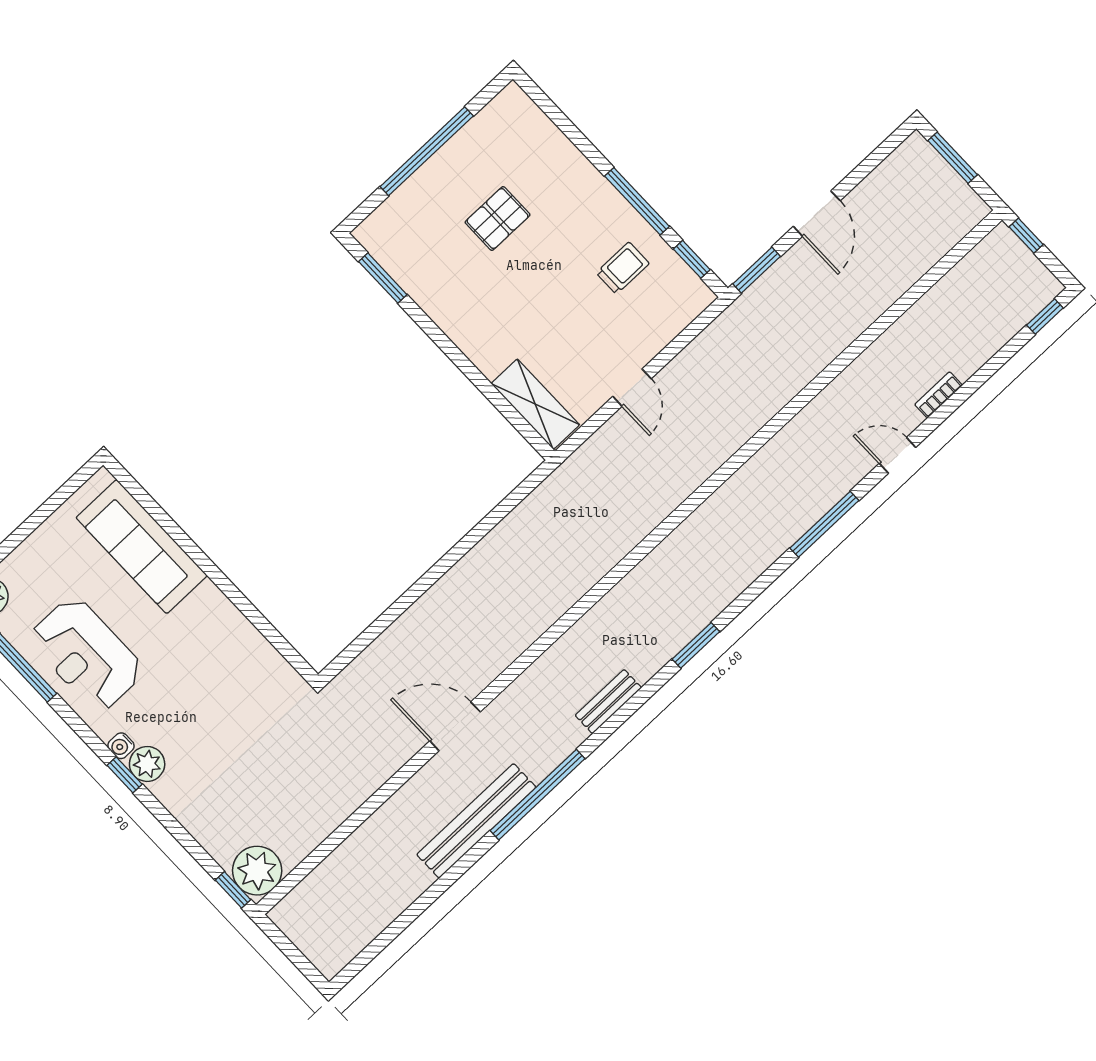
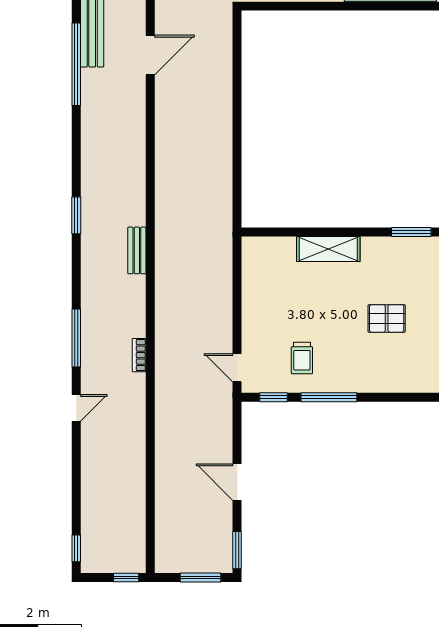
pallet: (498, 219) -> (387, 318), turned 90
window: (757, 270) -> (237, 550), moved
door: (632, 388) -> (237, 368), moved
bookcase: (939, 395) -> (139, 355), moved, turned 180
shelving: (535, 404) -> (328, 249), moved
bench: (608, 702) -> (137, 250), moved

